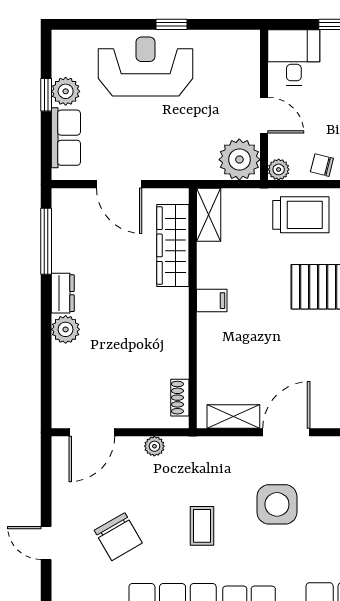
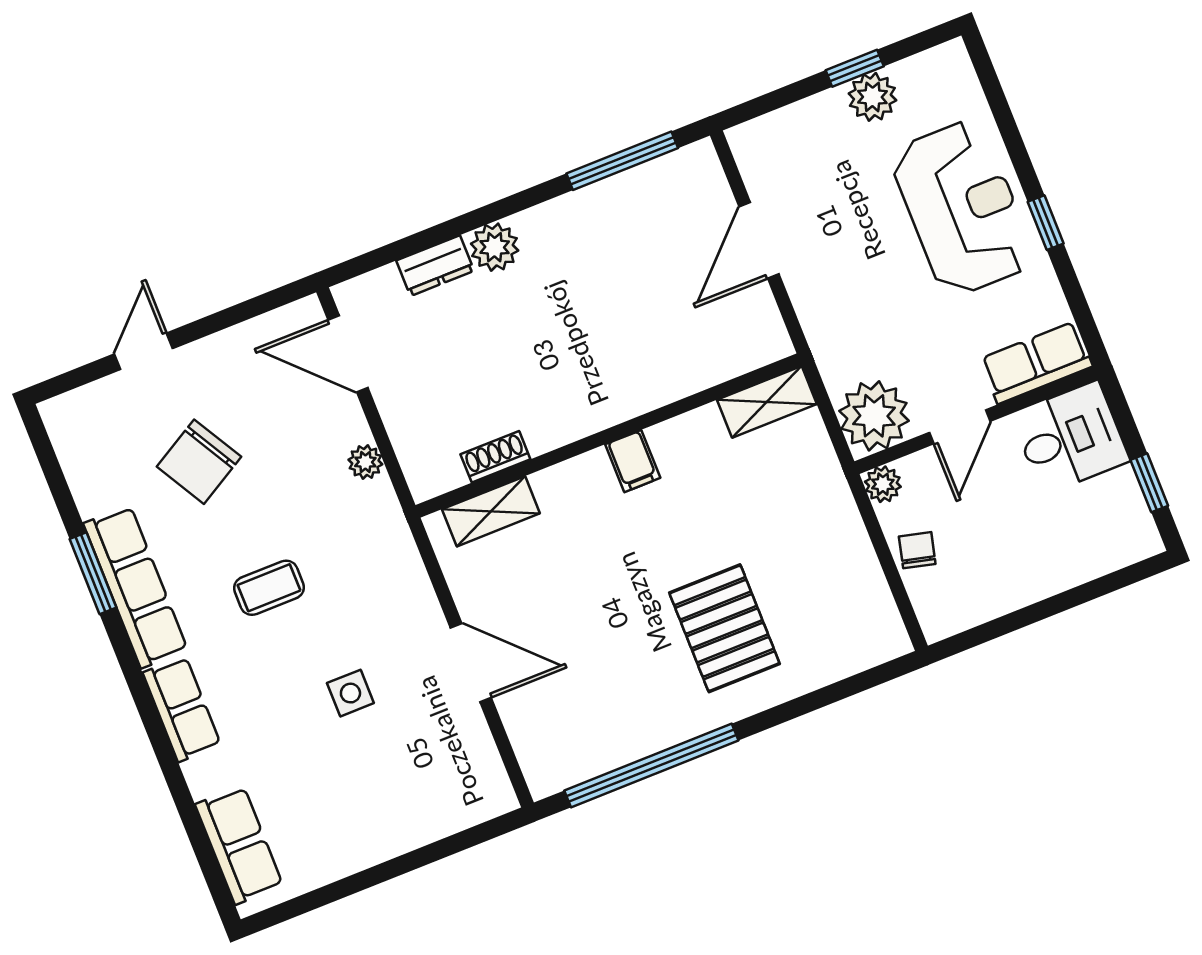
row of seats: (66, 138) -> (1036, 363), moved, turned 180
trolley: (301, 215) -> (825, 548), removed
wardrobe: (173, 245) -> (696, 364), removed
dresser: (63, 293) -> (435, 266), moved
shoe rack: (180, 398) -> (495, 457), moved
shelving: (233, 417) -> (491, 511), moved, turned 90
side table: (277, 504) -> (350, 693), width x0.54, depth x0.54

